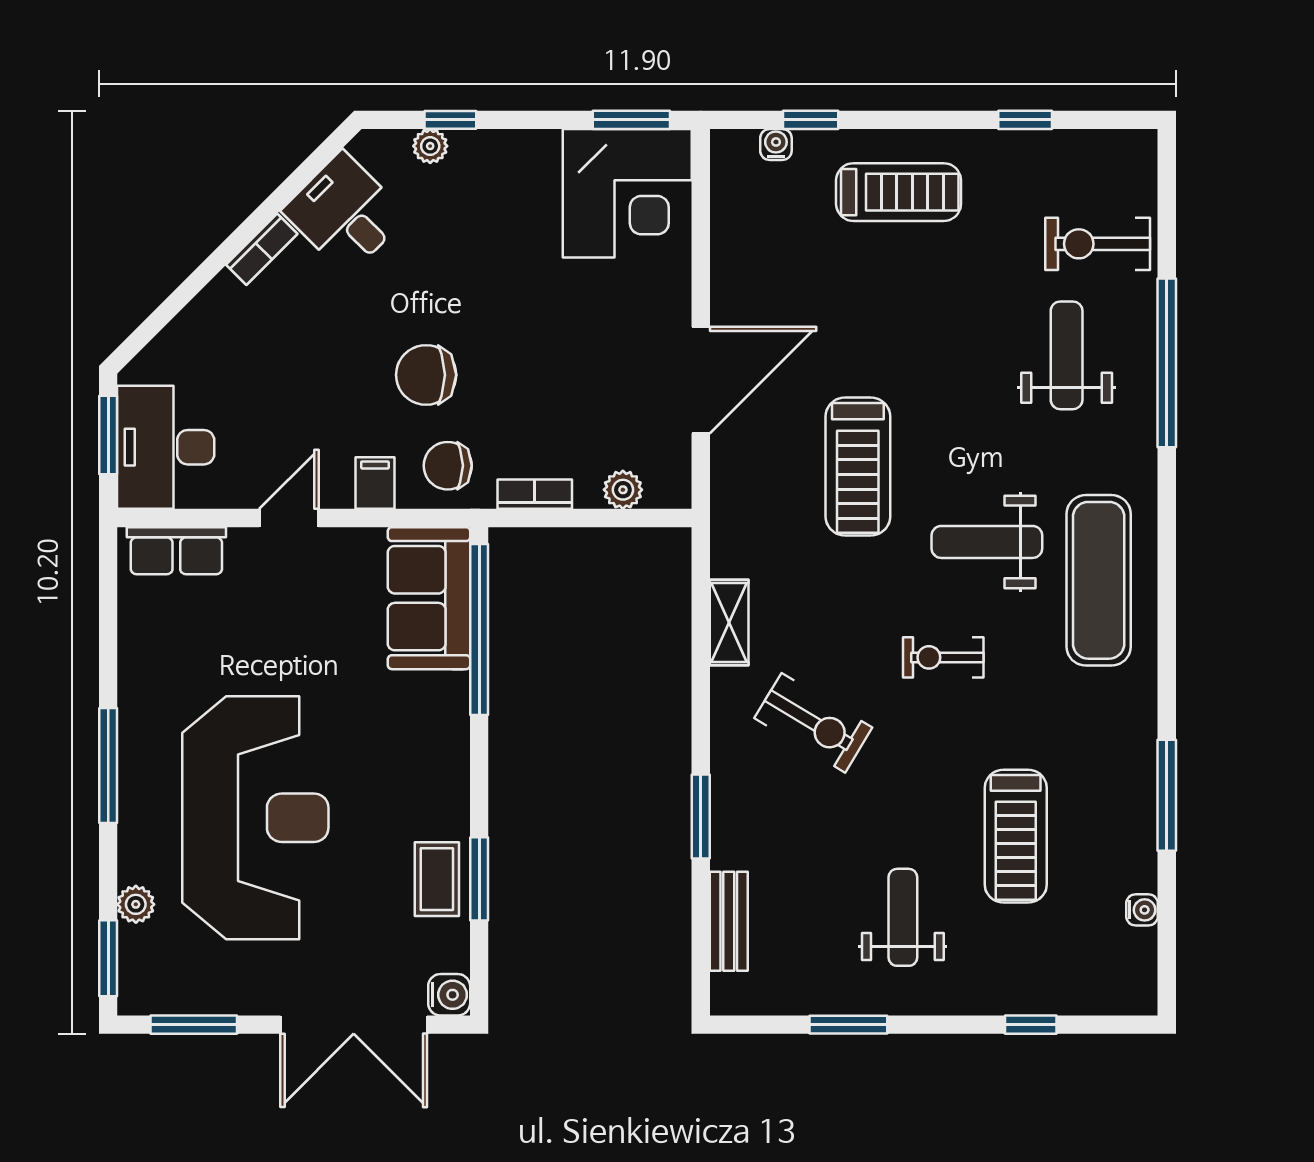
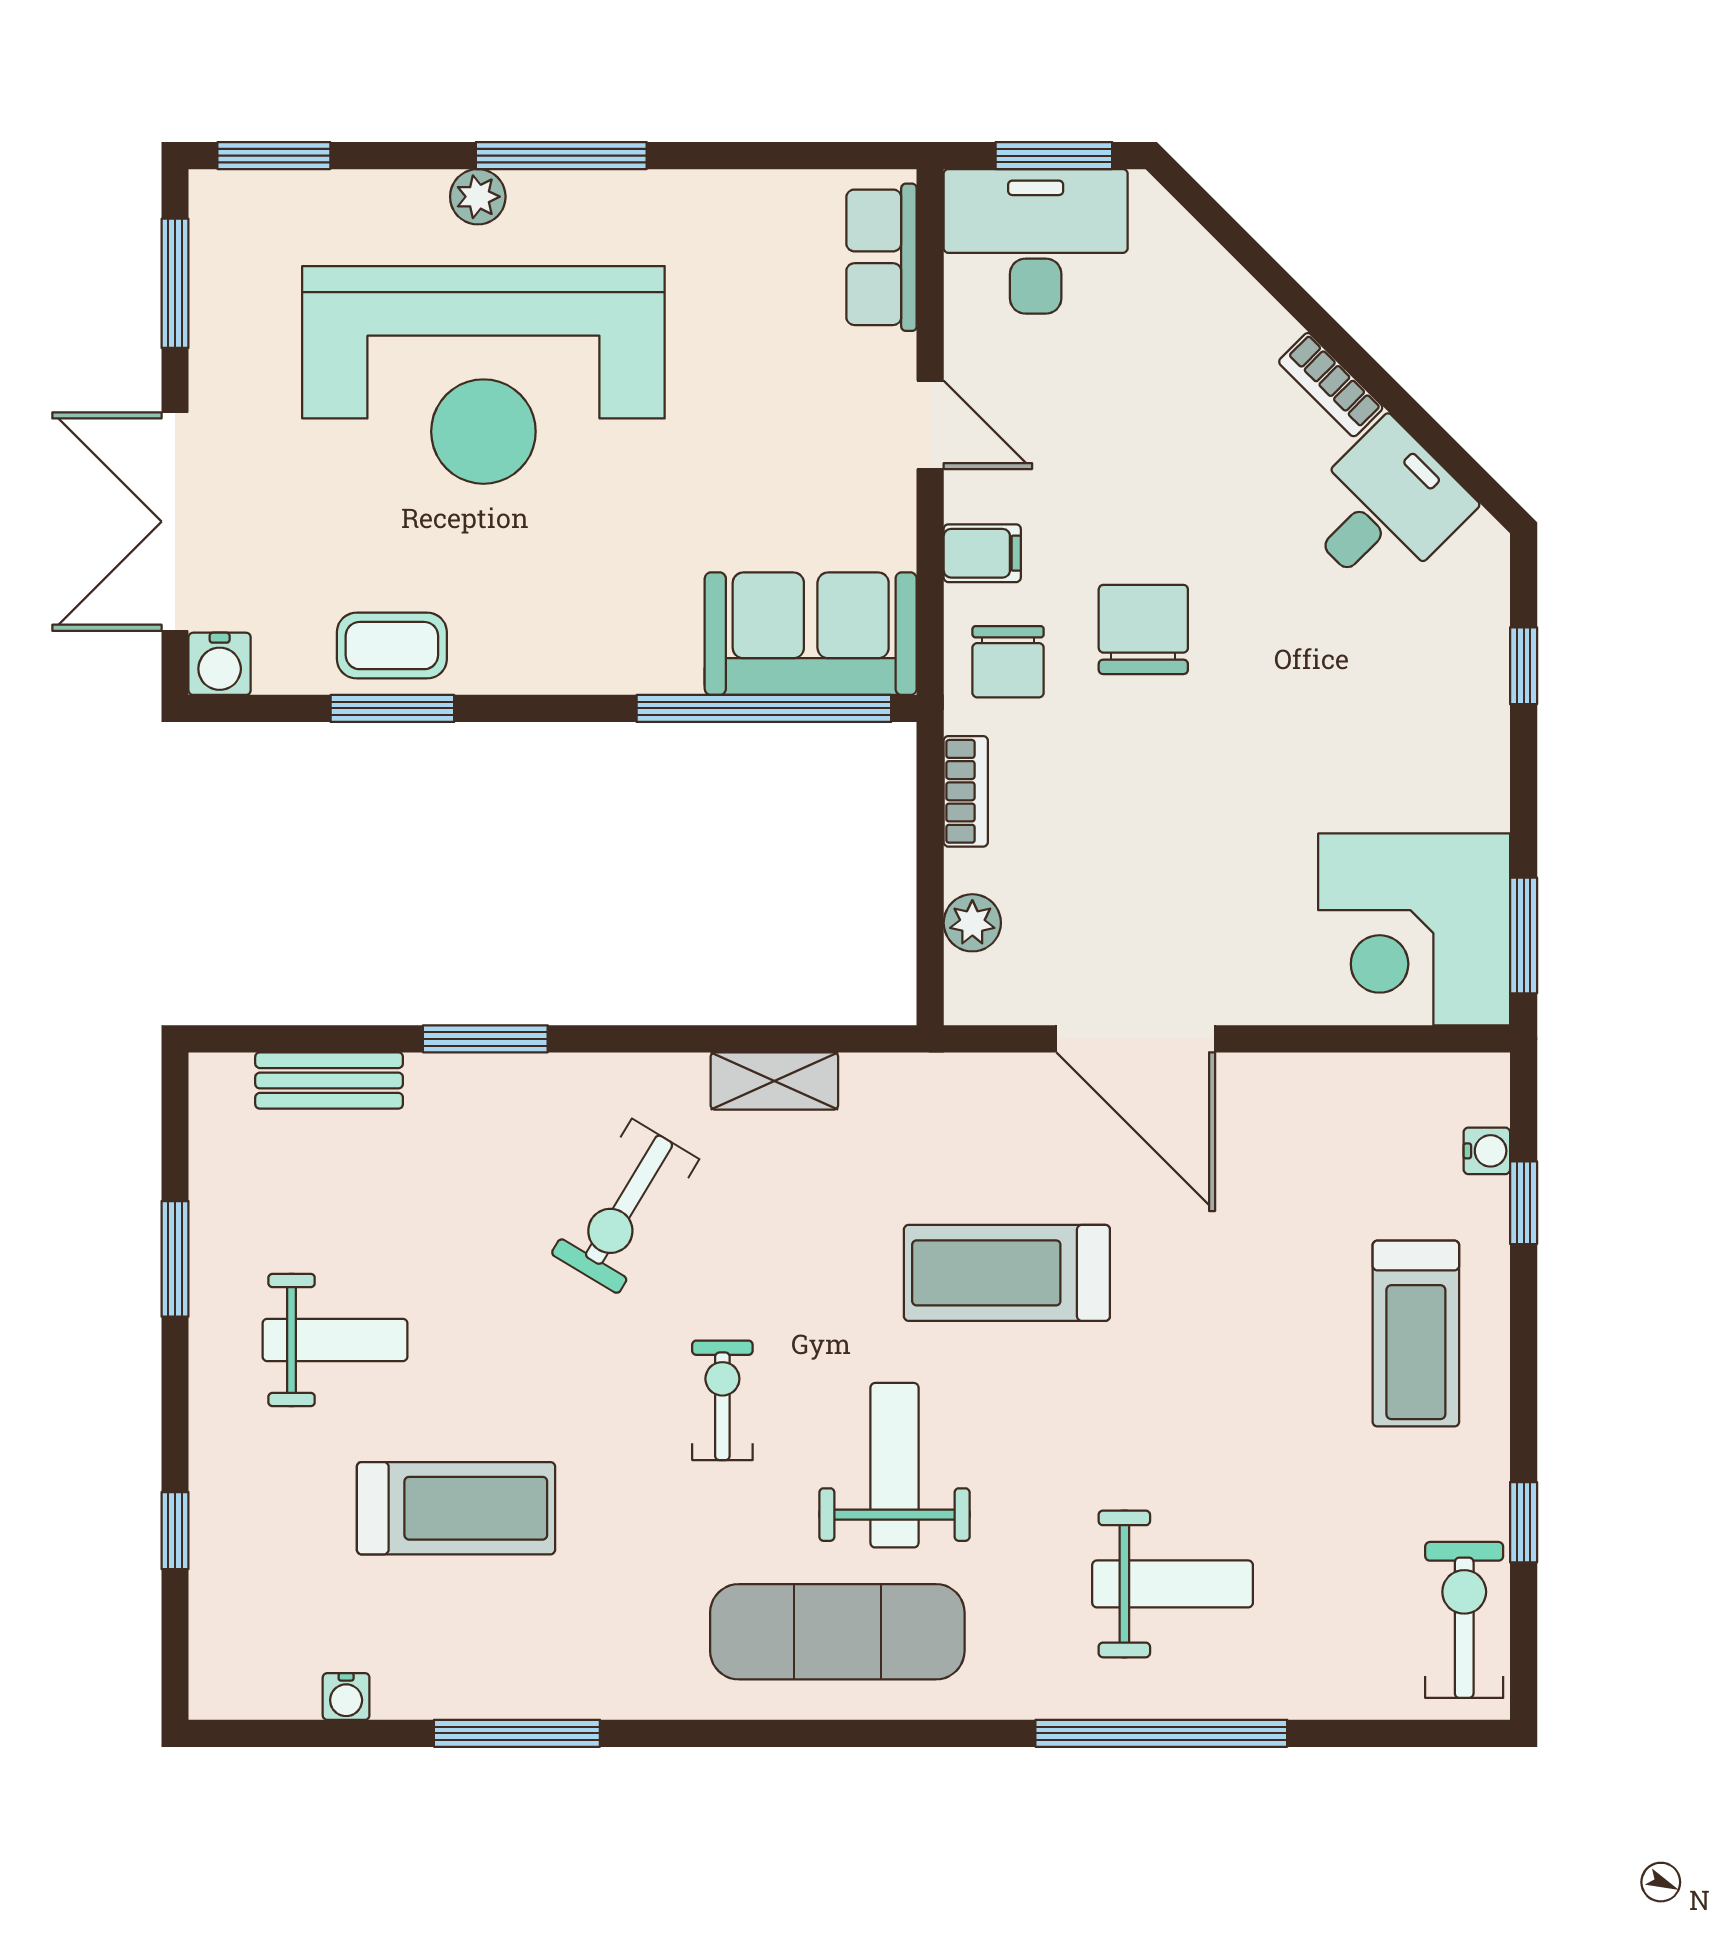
plant: (430, 146) -> (1485, 636), removed
exercise bike: (1098, 244) -> (1464, 1620), moved
chair: (448, 466) -> (1008, 662), turned 180
treadmill: (1016, 836) -> (456, 1508), turned 180
plant: (136, 904) -> (478, 197), moved

